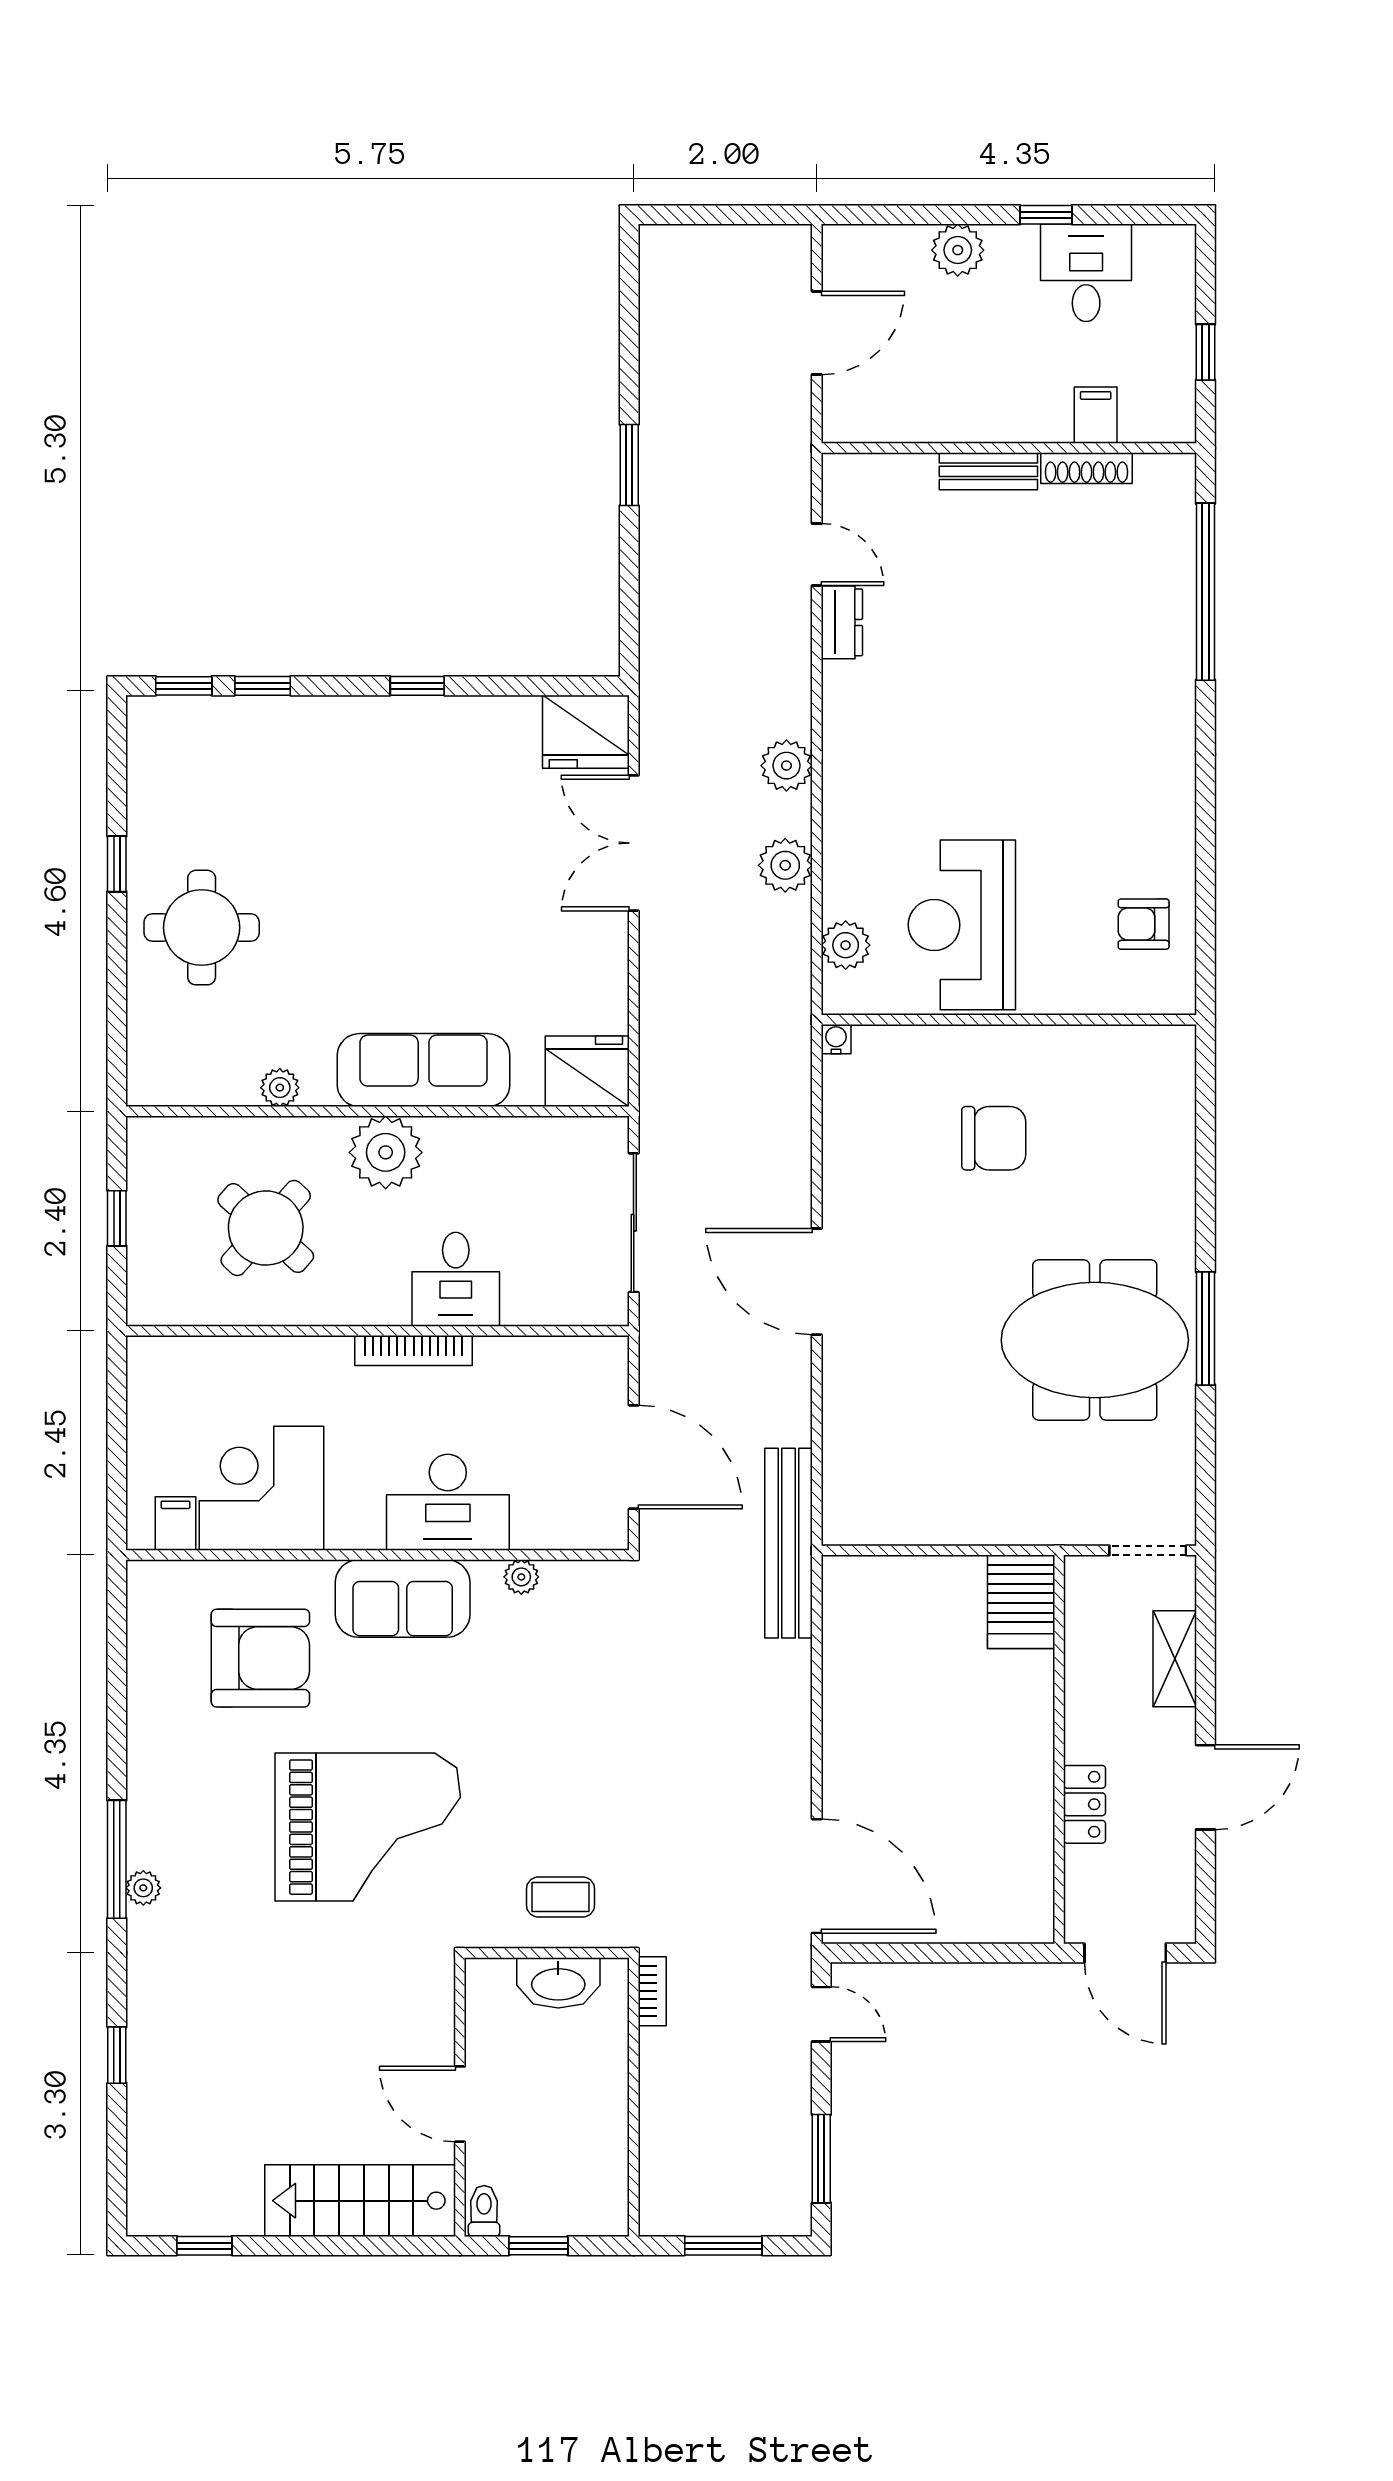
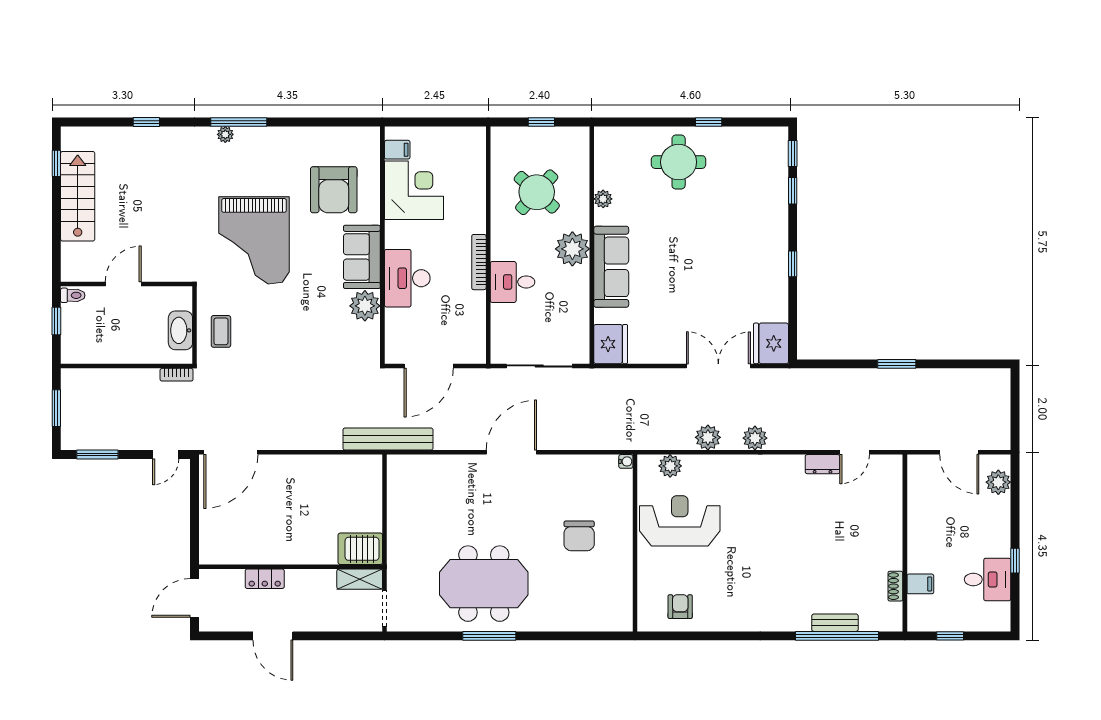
plant: (958, 250) -> (998, 482), moved
shoe rack: (1087, 468) -> (895, 586), width x0.70
bench: (988, 471) -> (835, 623), moved, turned 90
meeting table: (1095, 1340) -> (484, 584), turned 90
plant: (521, 1577) -> (365, 306), width x1.87, depth x1.87
shelving: (1175, 1659) -> (360, 579), moved
stairs: (360, 2201) -> (78, 196), moved

